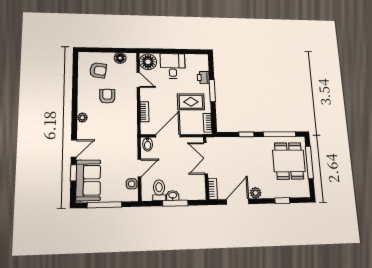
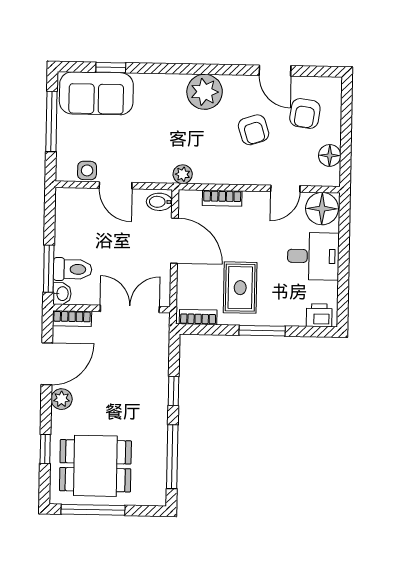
printer: (203, 78) -> (319, 315), moved
armchair: (107, 96) -> (254, 130), turned 72
plant: (82, 118) -> (205, 92), width x1.88, depth x1.88
plant: (132, 132) -> (183, 174), added
door: (74, 148) -> (275, 71), moved
dining table: (289, 161) -> (95, 466), moved
window: (309, 162) -> (93, 510), moved
toilet: (159, 190) -> (73, 269), moved
washbasin: (173, 196) -> (62, 294), moved
door: (238, 202) -> (47, 364), hinge flipped
window: (175, 203) -> (49, 269), moved

